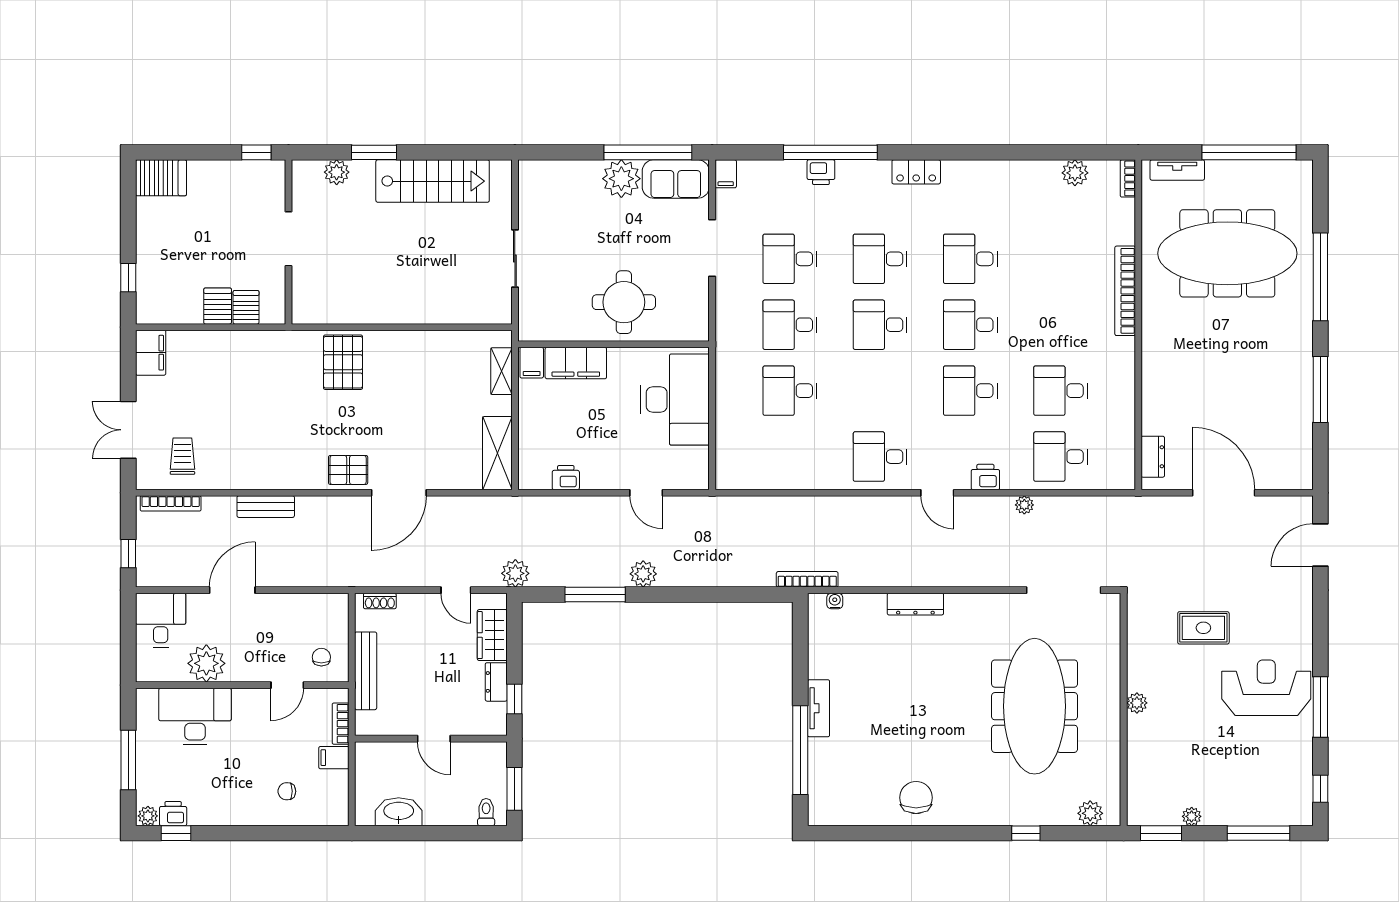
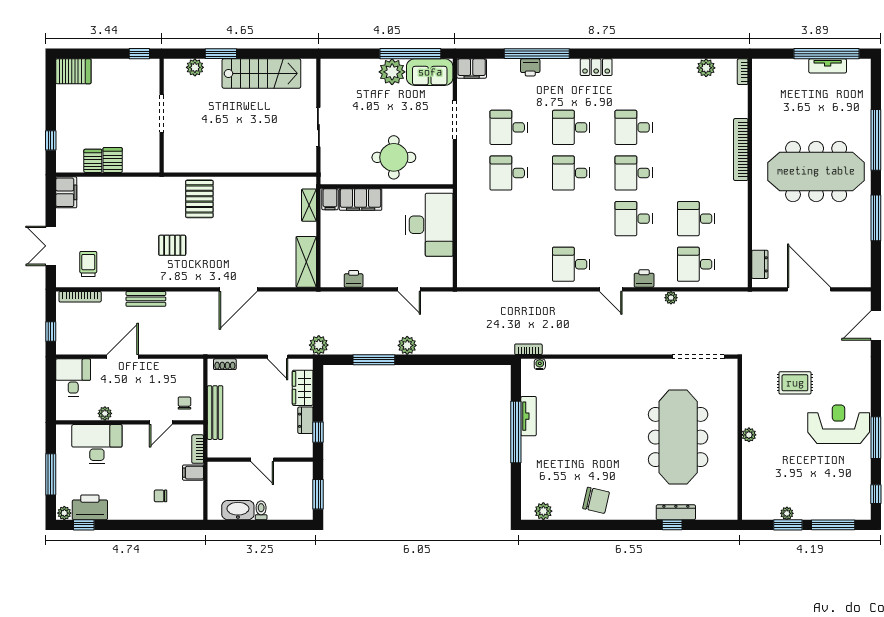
tv unit: (1177, 170) -> (828, 66), moved
filing cabinet: (726, 174) -> (472, 69), width x2.00
meeting table: (1227, 253) -> (816, 171), moved
server rack: (246, 307) -> (93, 161), moved
desk: (790, 391) -> (509, 219), removed
pallet: (348, 470) -> (172, 245), moved
bookcase: (807, 579) -> (528, 349), width x0.64
dresser: (915, 604) -> (676, 512), moved, turned 180
plant: (206, 663) -> (105, 413), width x0.53, depth x0.53
tv unit: (819, 708) -> (529, 416), moved
window: (800, 750) -> (516, 432), moved
chair: (916, 798) -> (596, 500), turned 103
toilet: (486, 812) -> (261, 510), moved
plant: (1090, 813) -> (543, 511), moved
printer: (173, 814) -> (90, 507), width x1.87, depth x1.48
window: (1161, 833) -> (788, 525), moved

